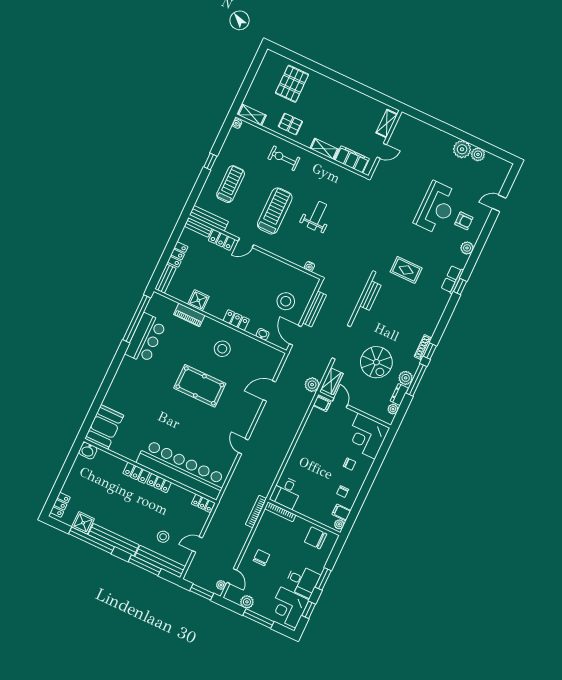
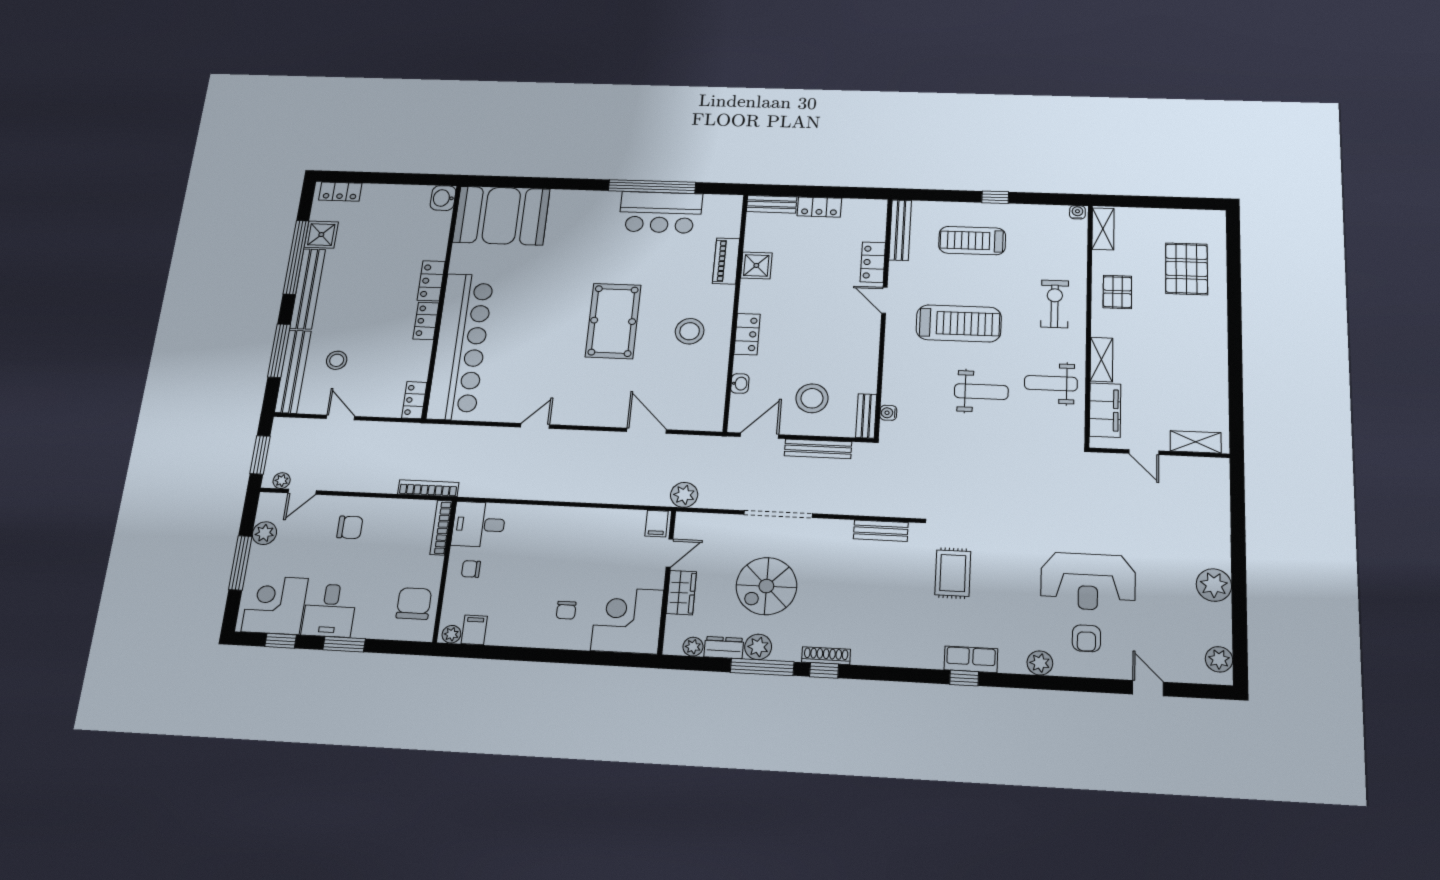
pallet: (292, 84) -> (1187, 269), turned 90
plant: (478, 154) -> (1219, 659), moved
weight bench: (327, 179) -> (1051, 383), added
treadmill: (231, 184) -> (972, 241), turned 180
bench: (198, 227) -> (866, 416), moved
window: (137, 319) -> (652, 187), moved
wardrobe: (332, 381) -> (681, 593), moved, turned -90
booth: (104, 427) -> (501, 216), width x1.36, depth x1.42
chair: (343, 492) -> (471, 569), moved

